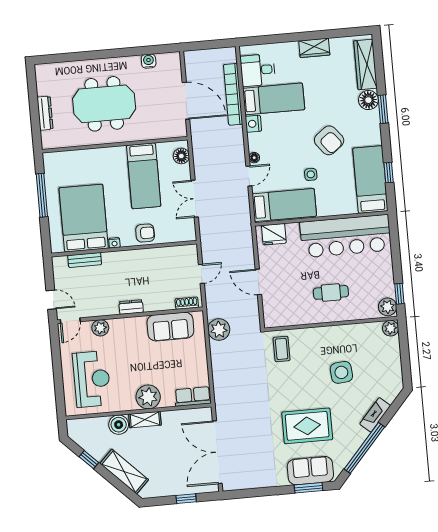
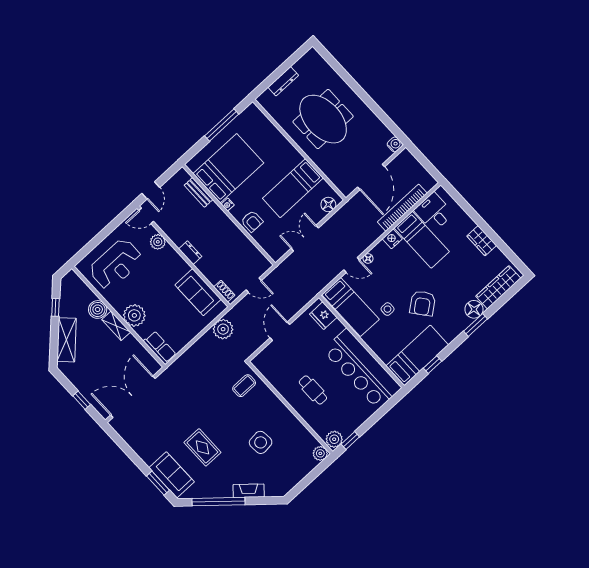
water cooler: (149, 61) -> (395, 144), moved
rug: (307, 426) -> (202, 447), width x0.73, depth x0.70

